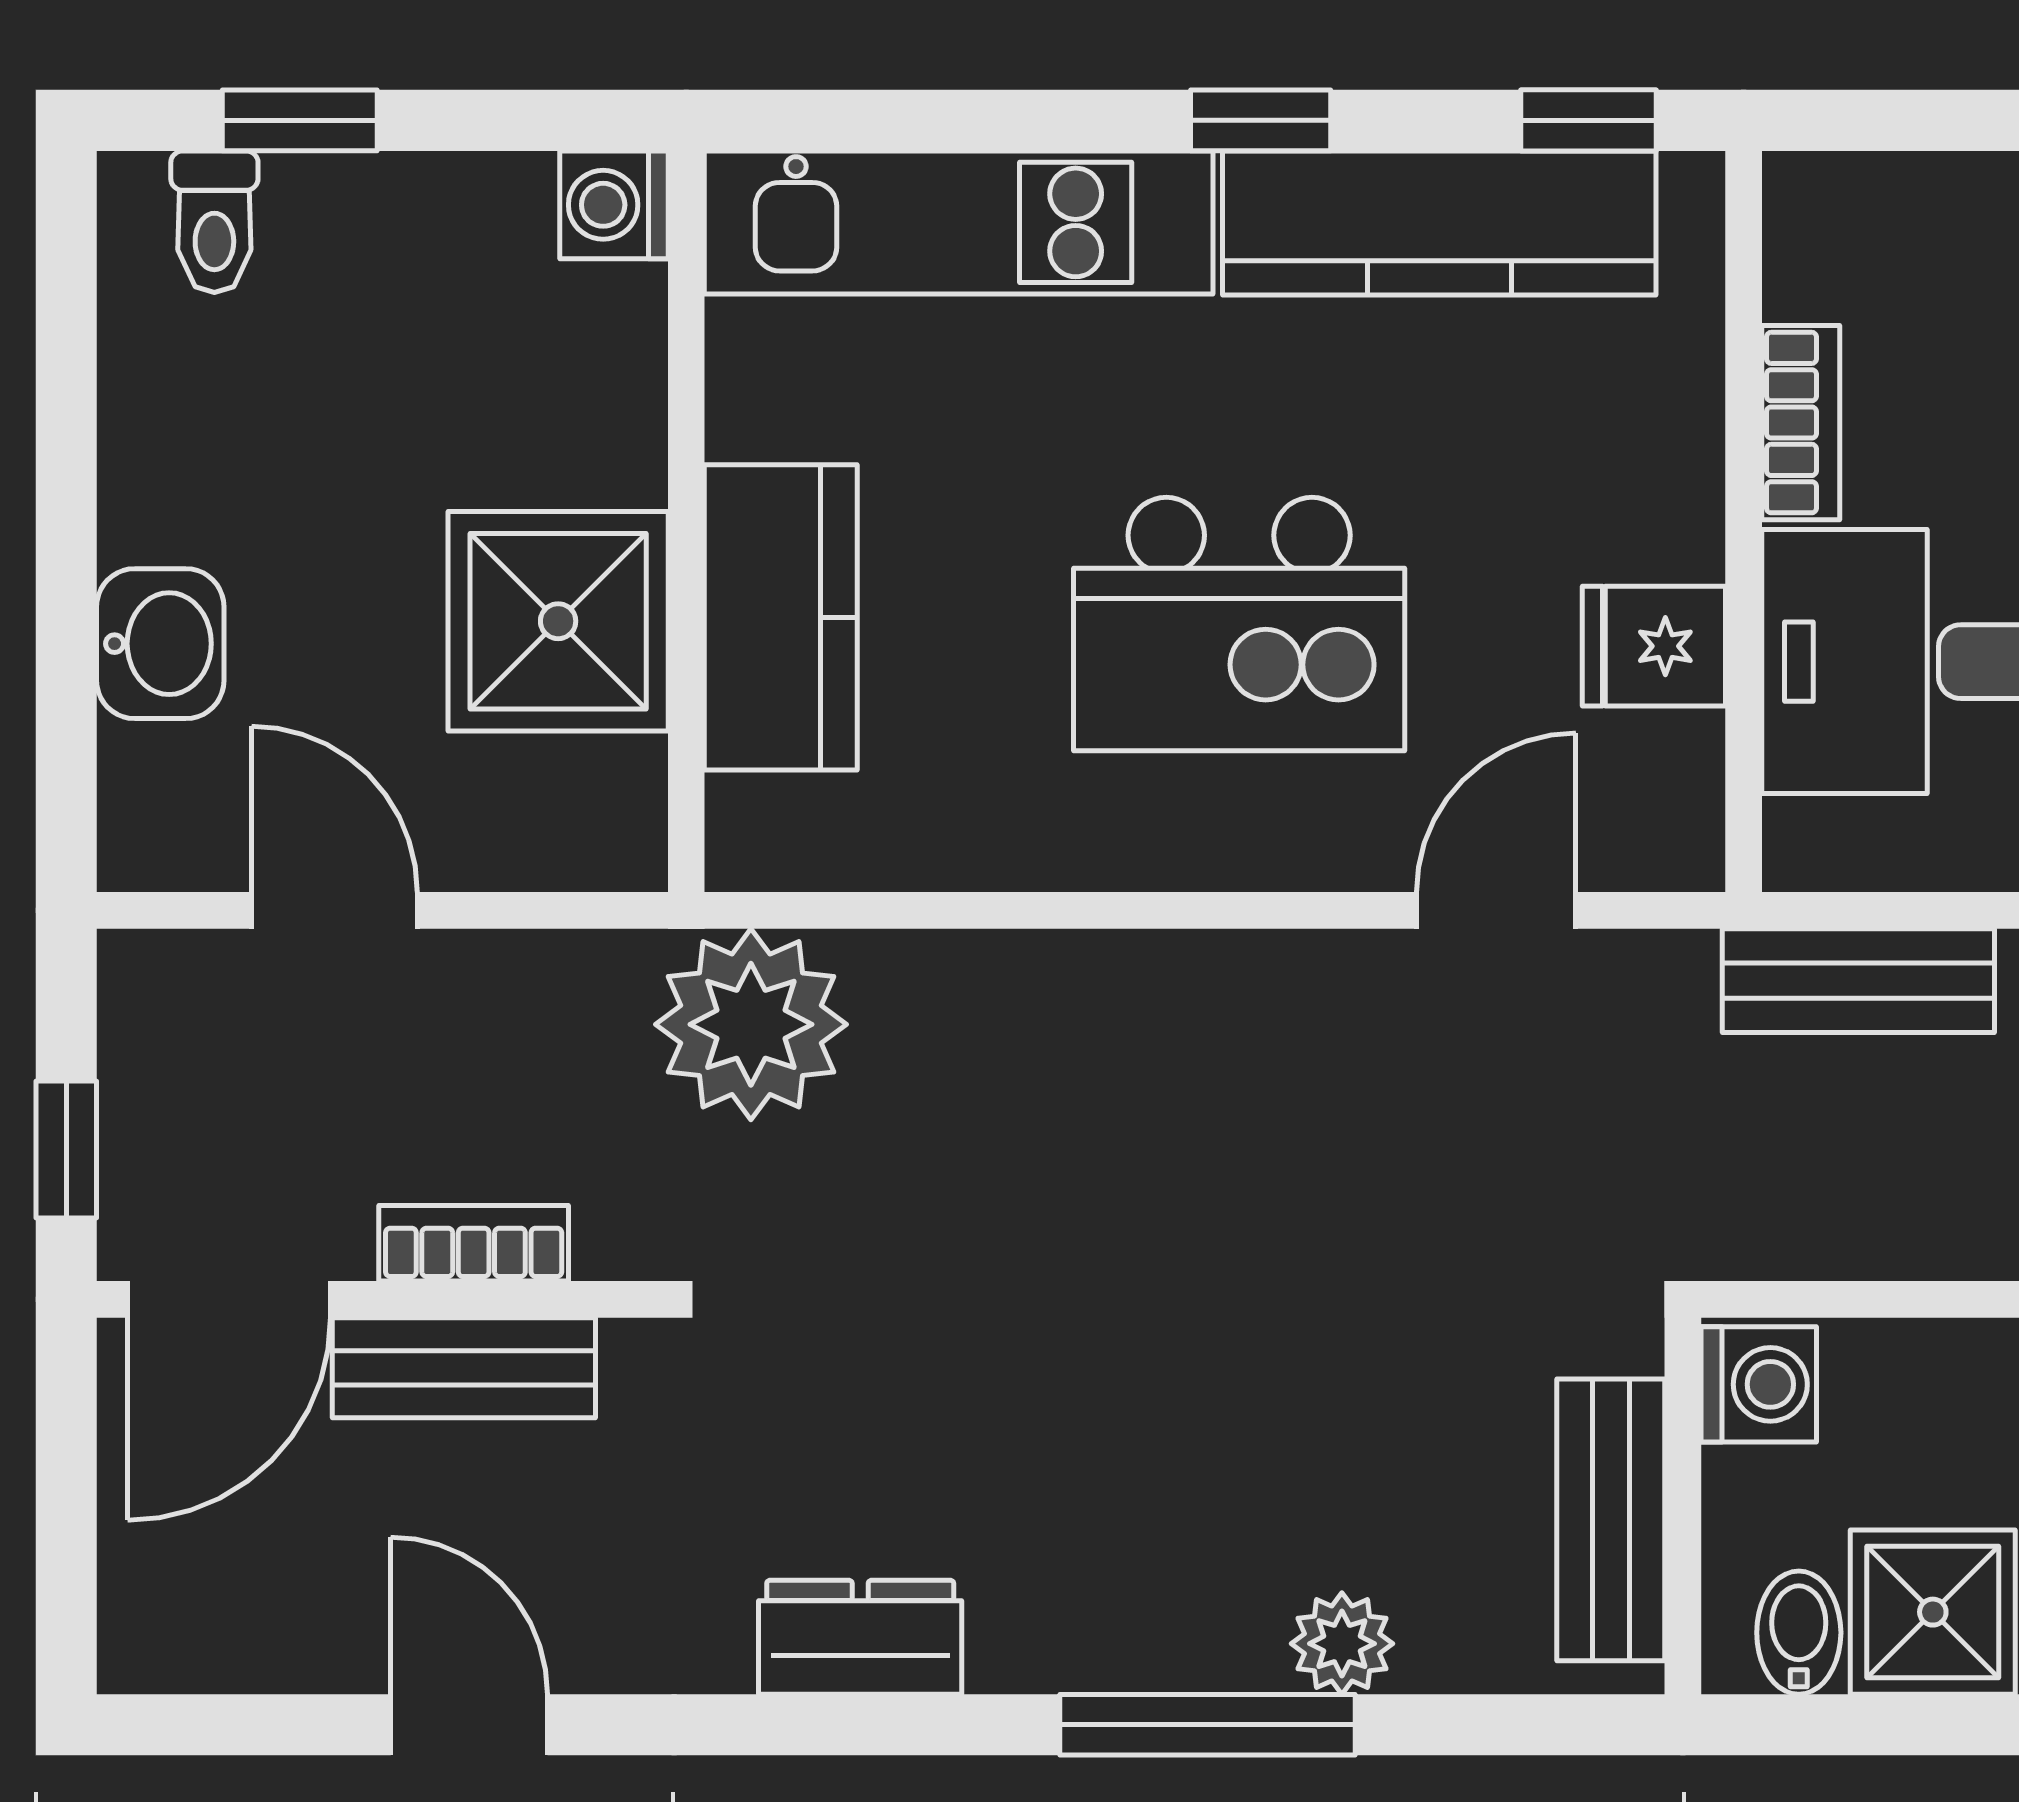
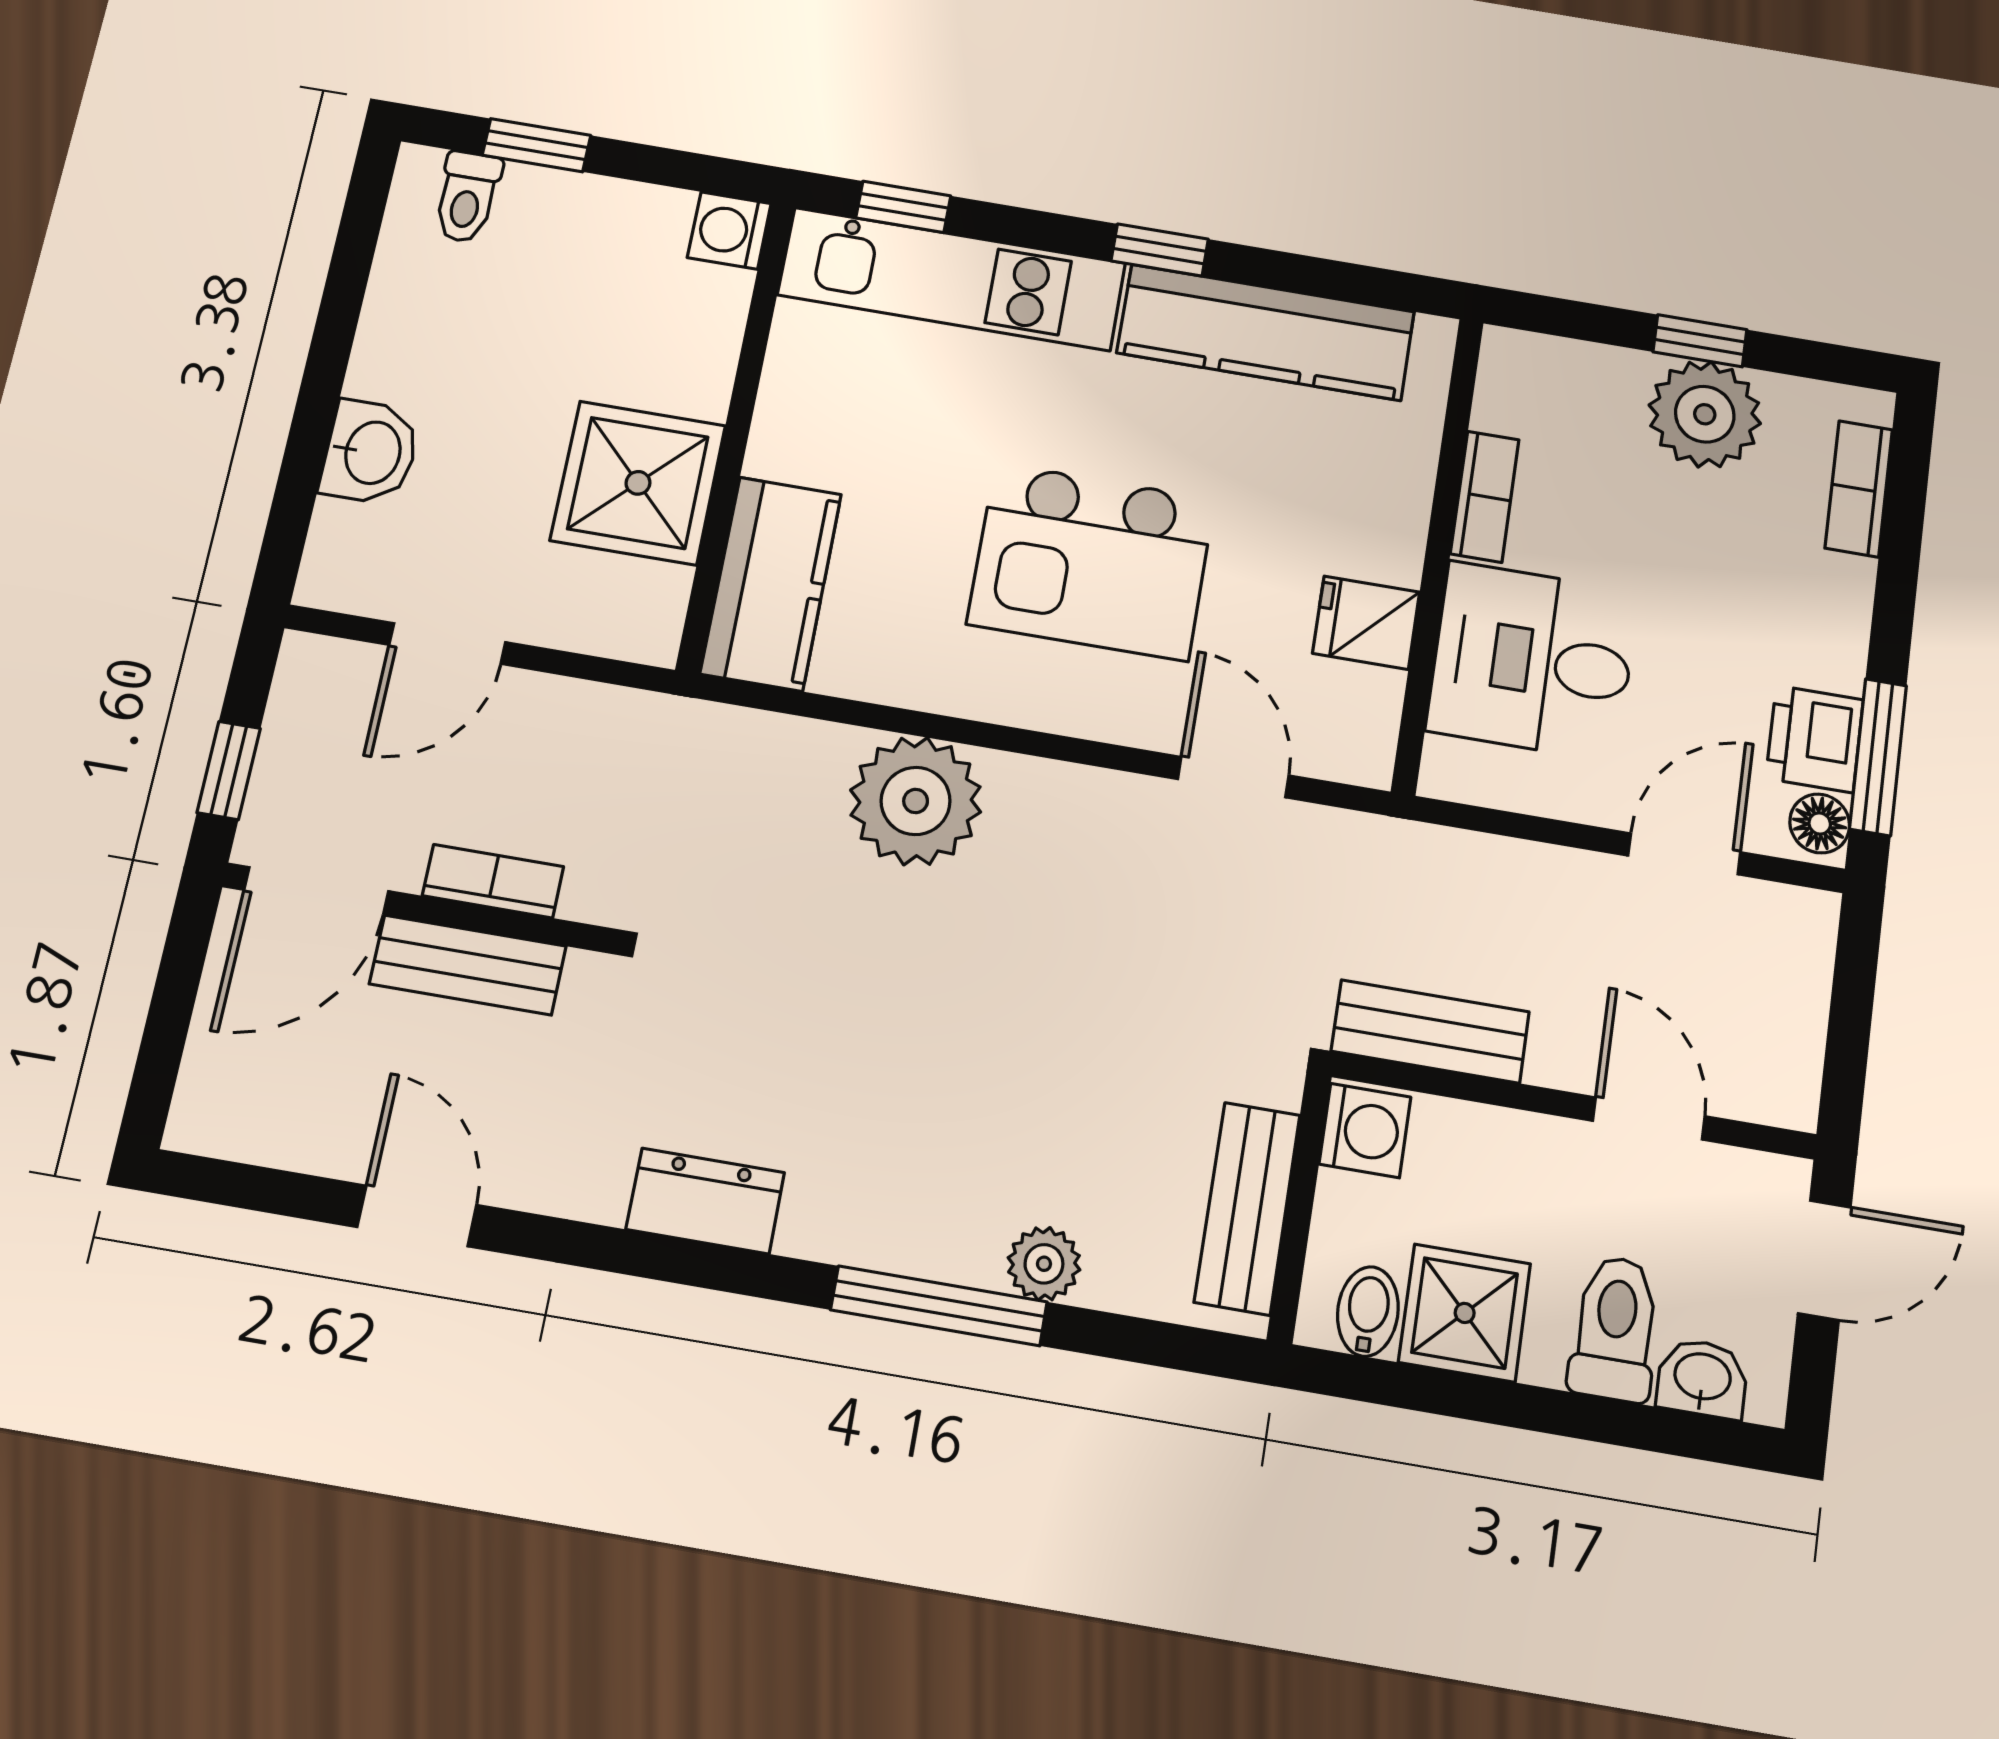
window: (1589, 120) -> (903, 207), moved
kitchen counter: (781, 617) -> (771, 584), moved
door: (334, 910) -> (447, 644), swing flipped
door: (1496, 910) -> (1233, 777), hinge flipped
bench: (1858, 981) -> (1430, 1031), moved
plant: (751, 1024) -> (916, 801), moved

